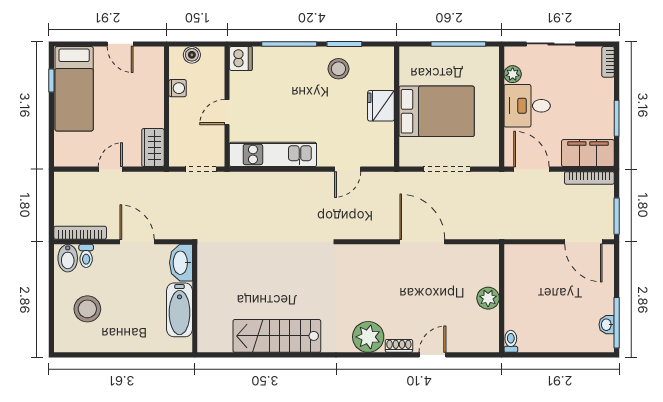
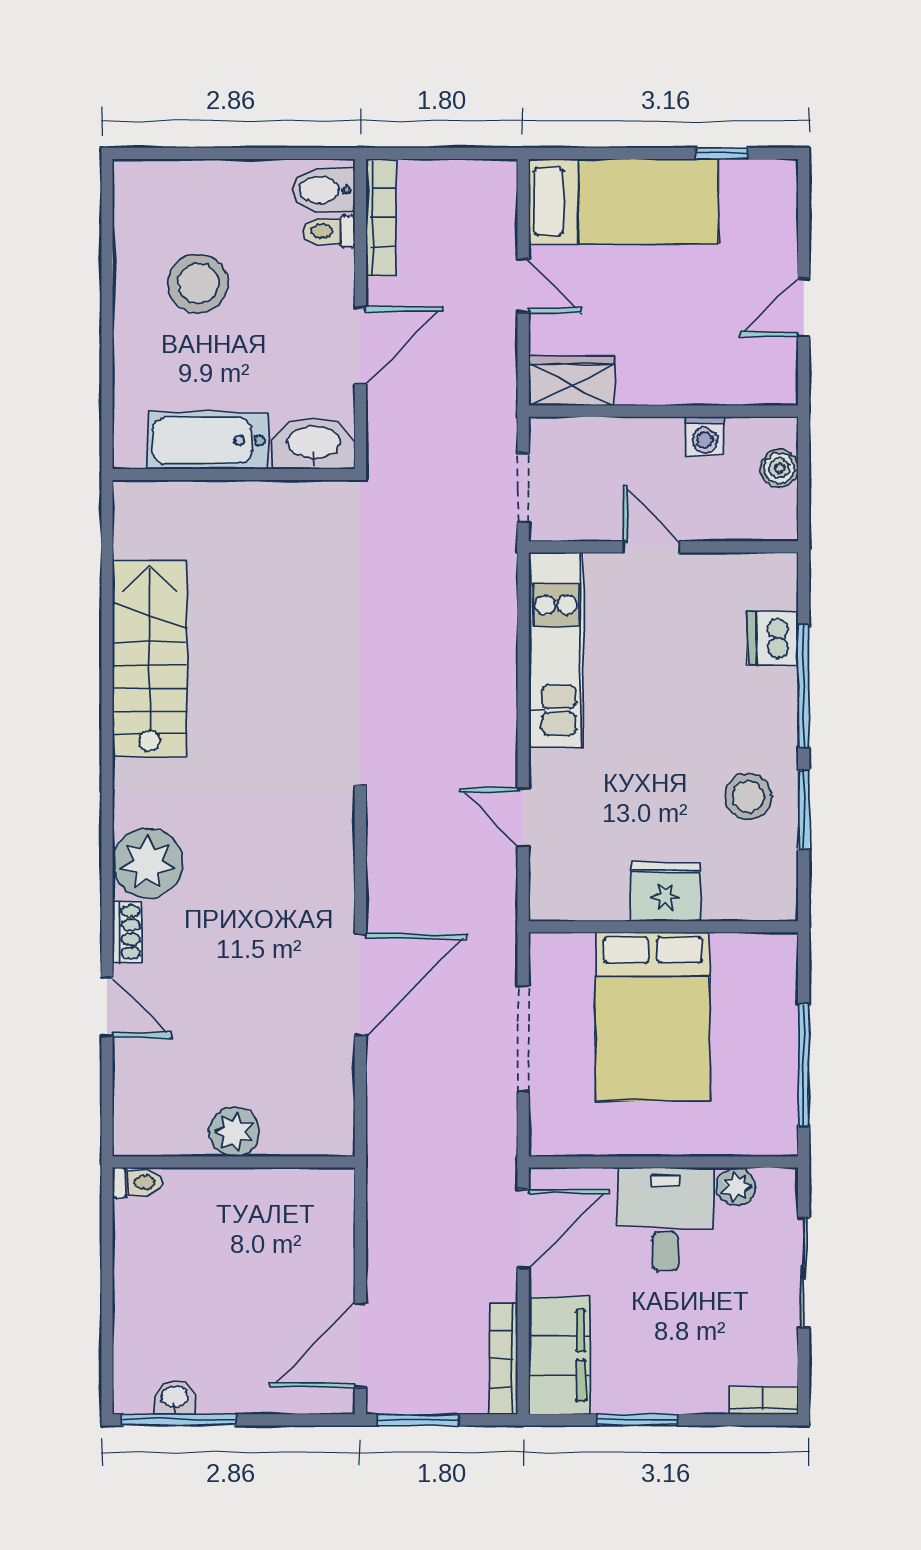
dishwasher: (241, 58) -> (773, 638), moved, turned 90
bed: (74, 89) -> (623, 201), moved, turned 180
stool: (87, 309) -> (198, 283), moved

